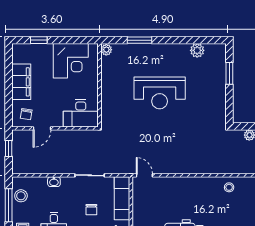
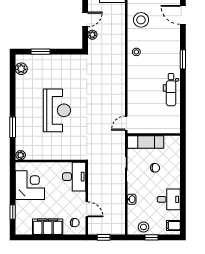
plant: (197, 50) -> (21, 69), moved
window: (9, 205) -> (151, 237), width x0.46

